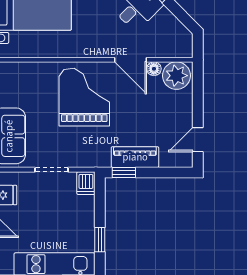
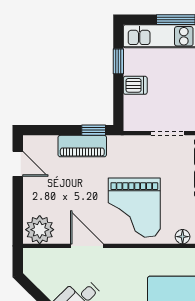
floor lamp: (154, 69) -> (183, 237), moved
door: (198, 140) -> (18, 164), hinge flipped
dishwasher: (86, 183) -> (135, 85), moved, turned 90

